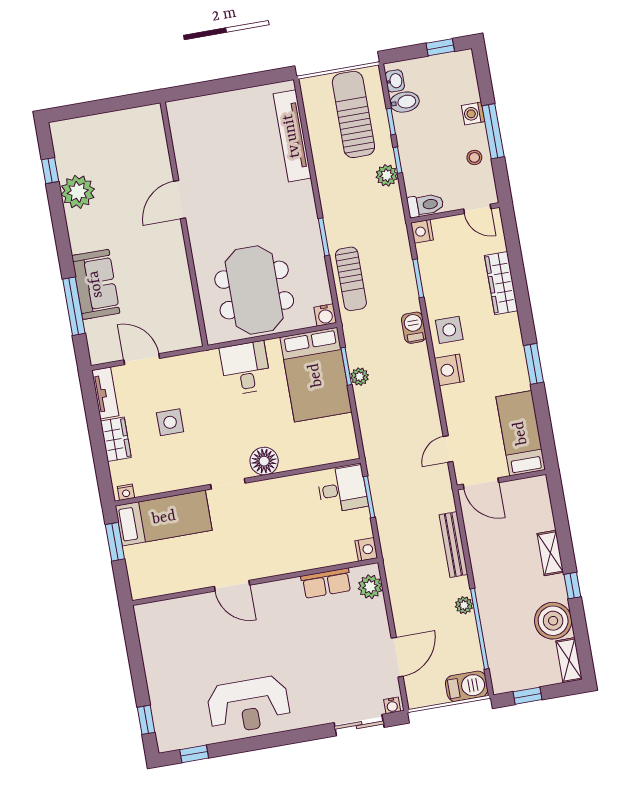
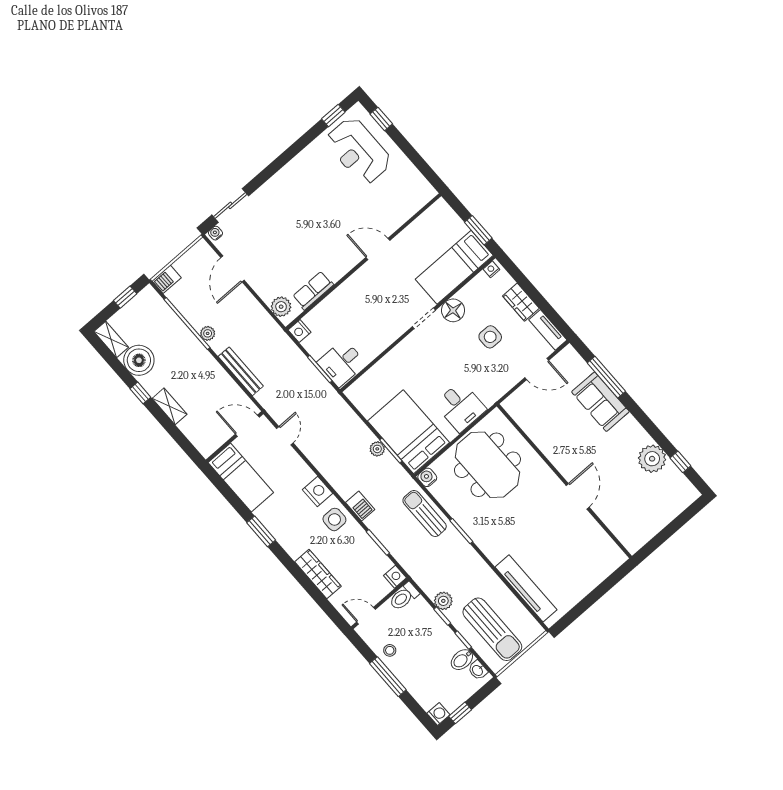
washing machine: (473, 113) -> (438, 714), moved
floor lamp: (264, 461) -> (453, 310), moved
barbecue: (467, 686) -> (167, 279), width x0.73, depth x0.79
reception desk: (249, 705) -> (358, 151), moved, turned -90

